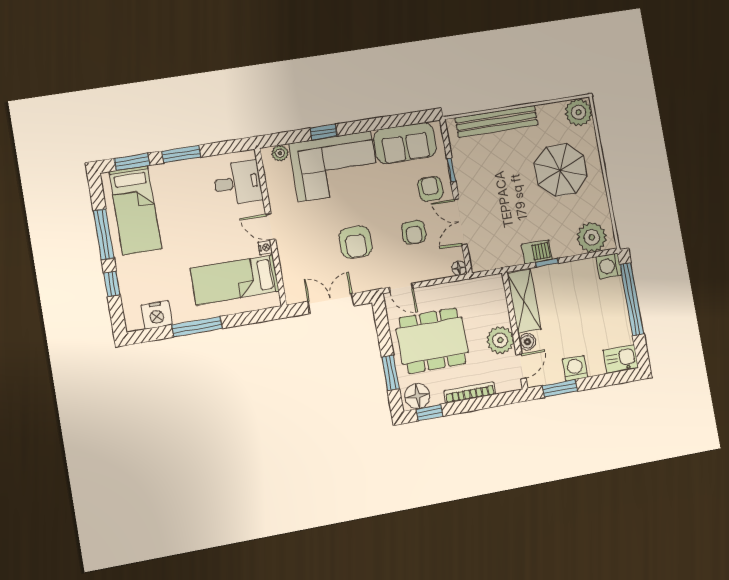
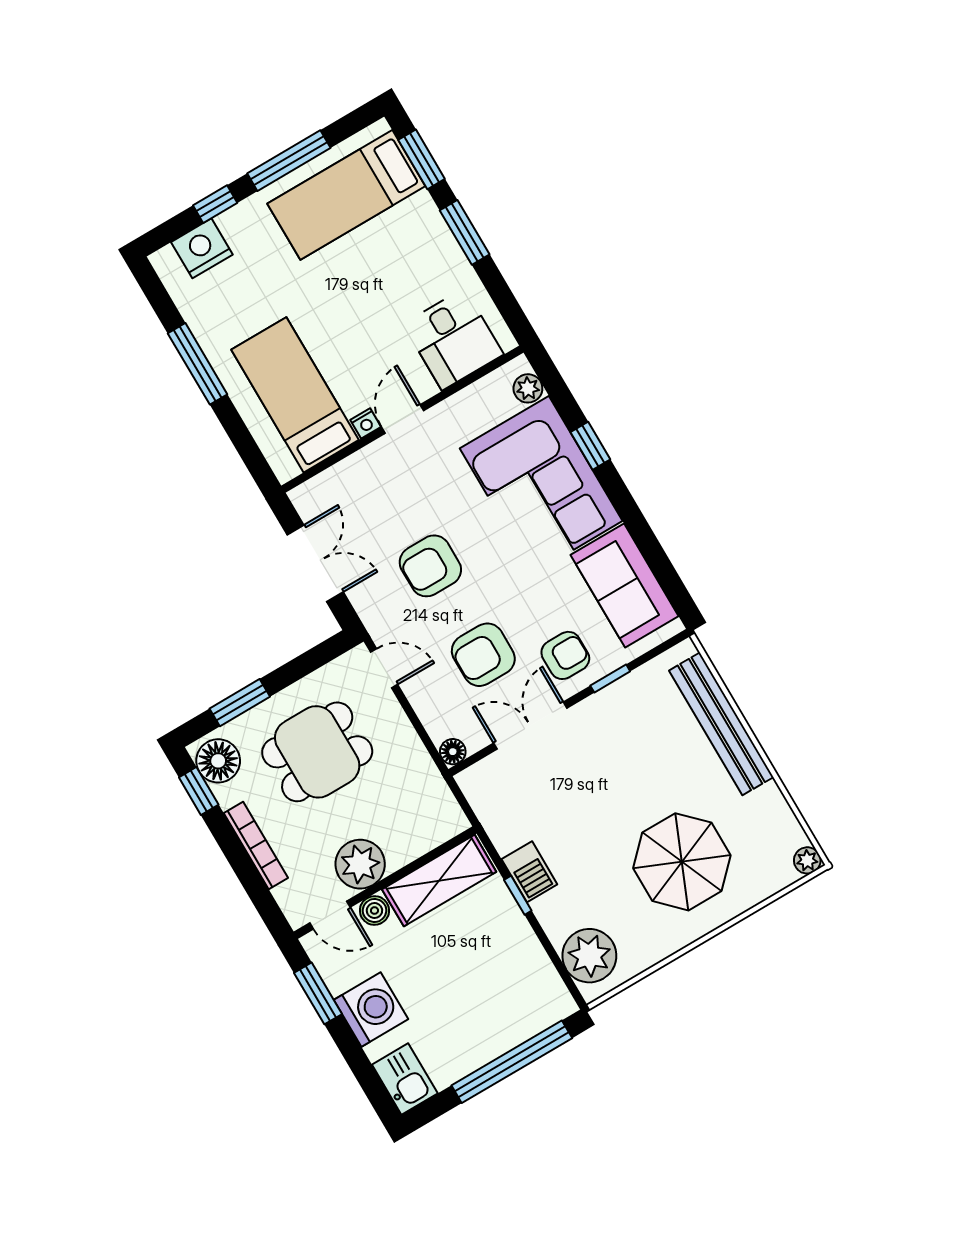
plant: (579, 112) -> (807, 860), width x0.53, depth x0.53
armchair: (414, 232) -> (483, 655), width x1.38, depth x1.38
washing machine: (609, 266) -> (552, 1002), removed
door: (401, 288) -> (384, 668), swing flipped
nightstand: (157, 315) -> (202, 248), moved, turned 90
dining table: (432, 341) -> (317, 752), width x0.73
washing machine: (575, 368) -> (371, 1009), width x1.37, depth x1.37

